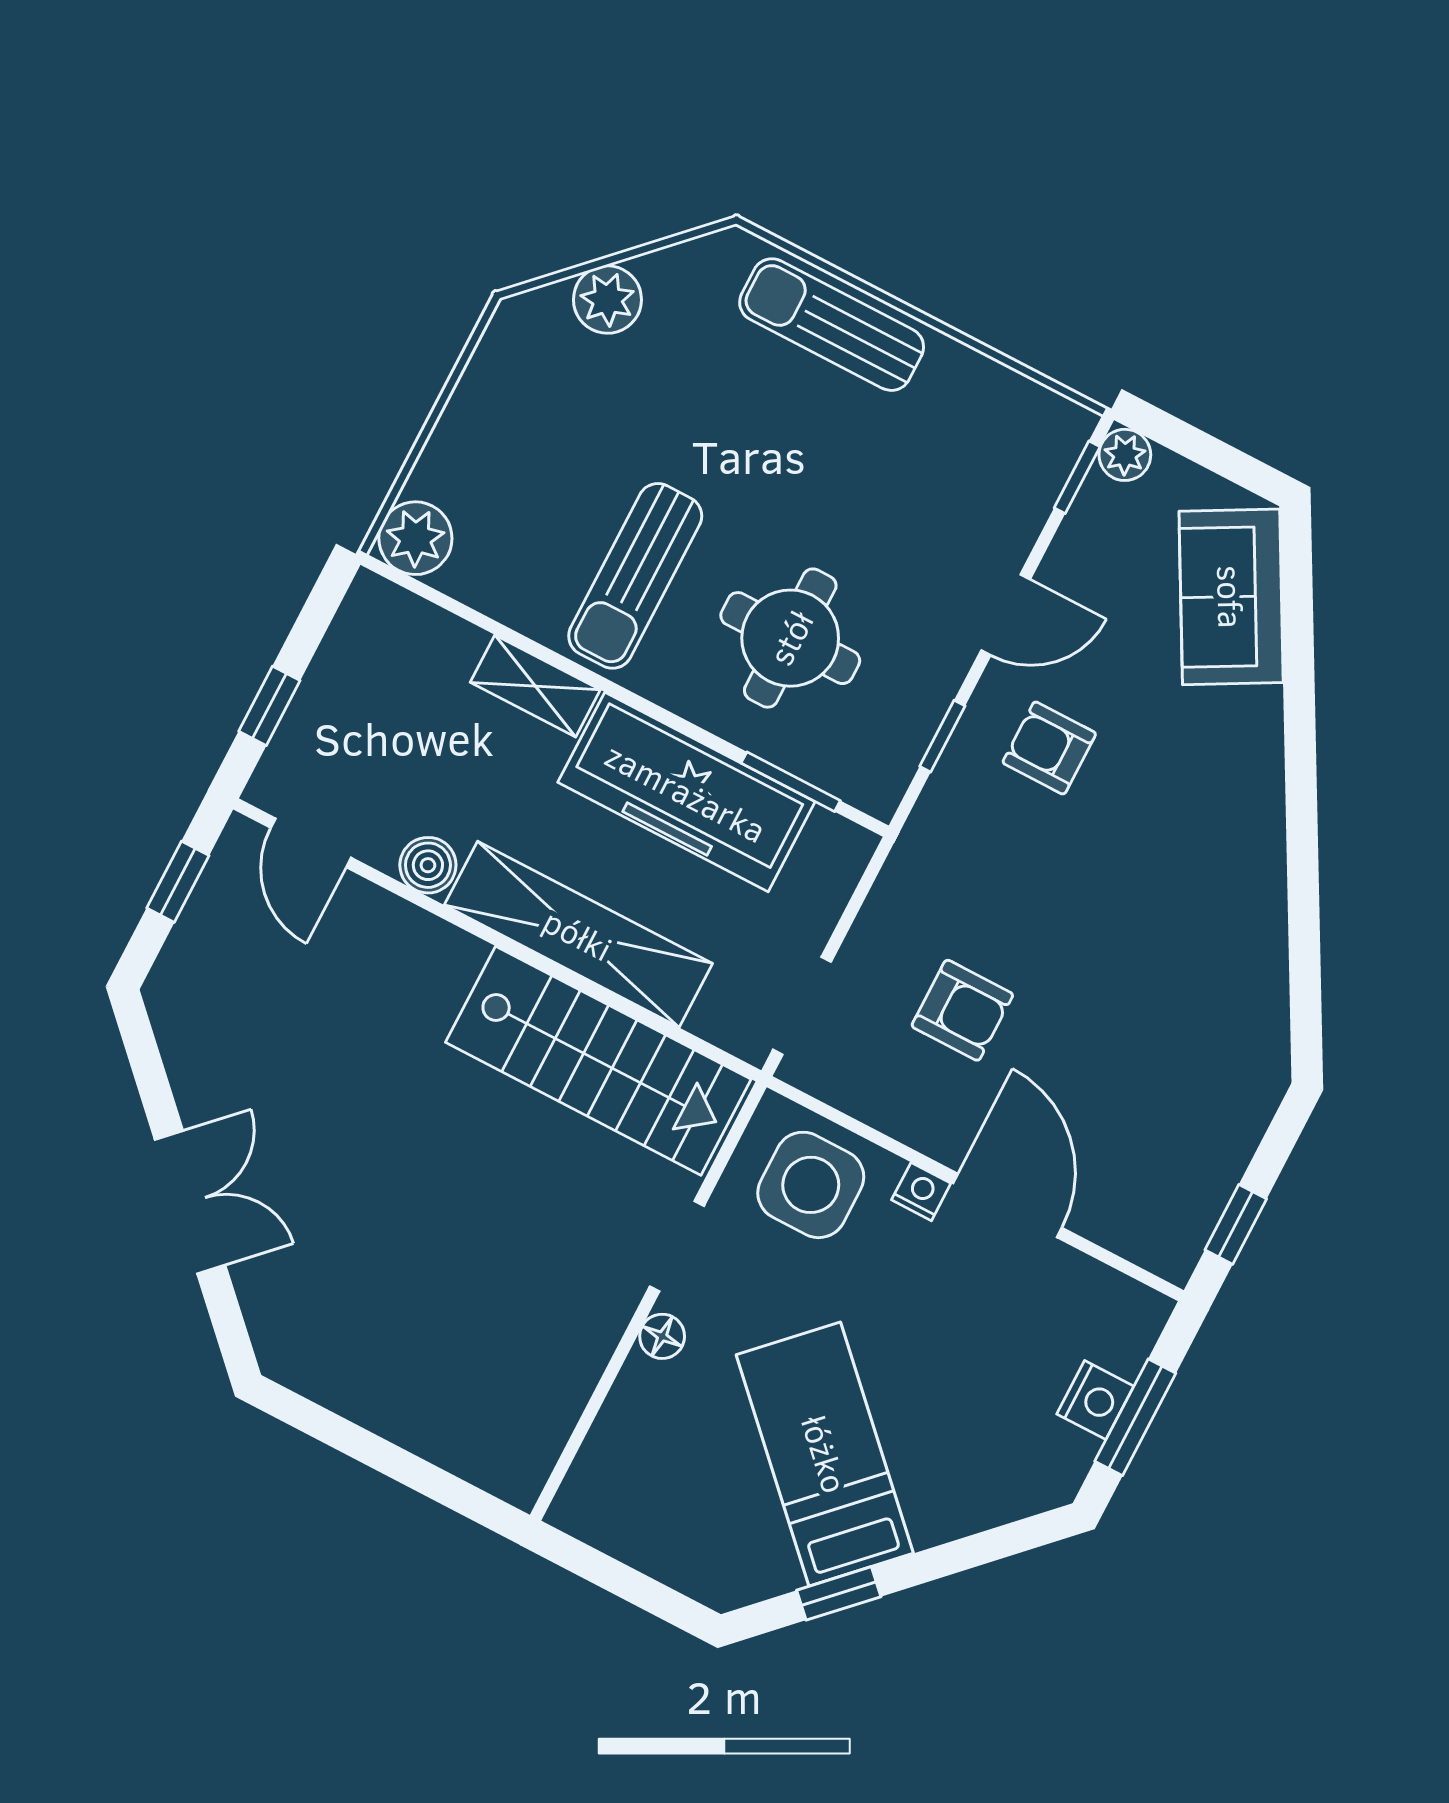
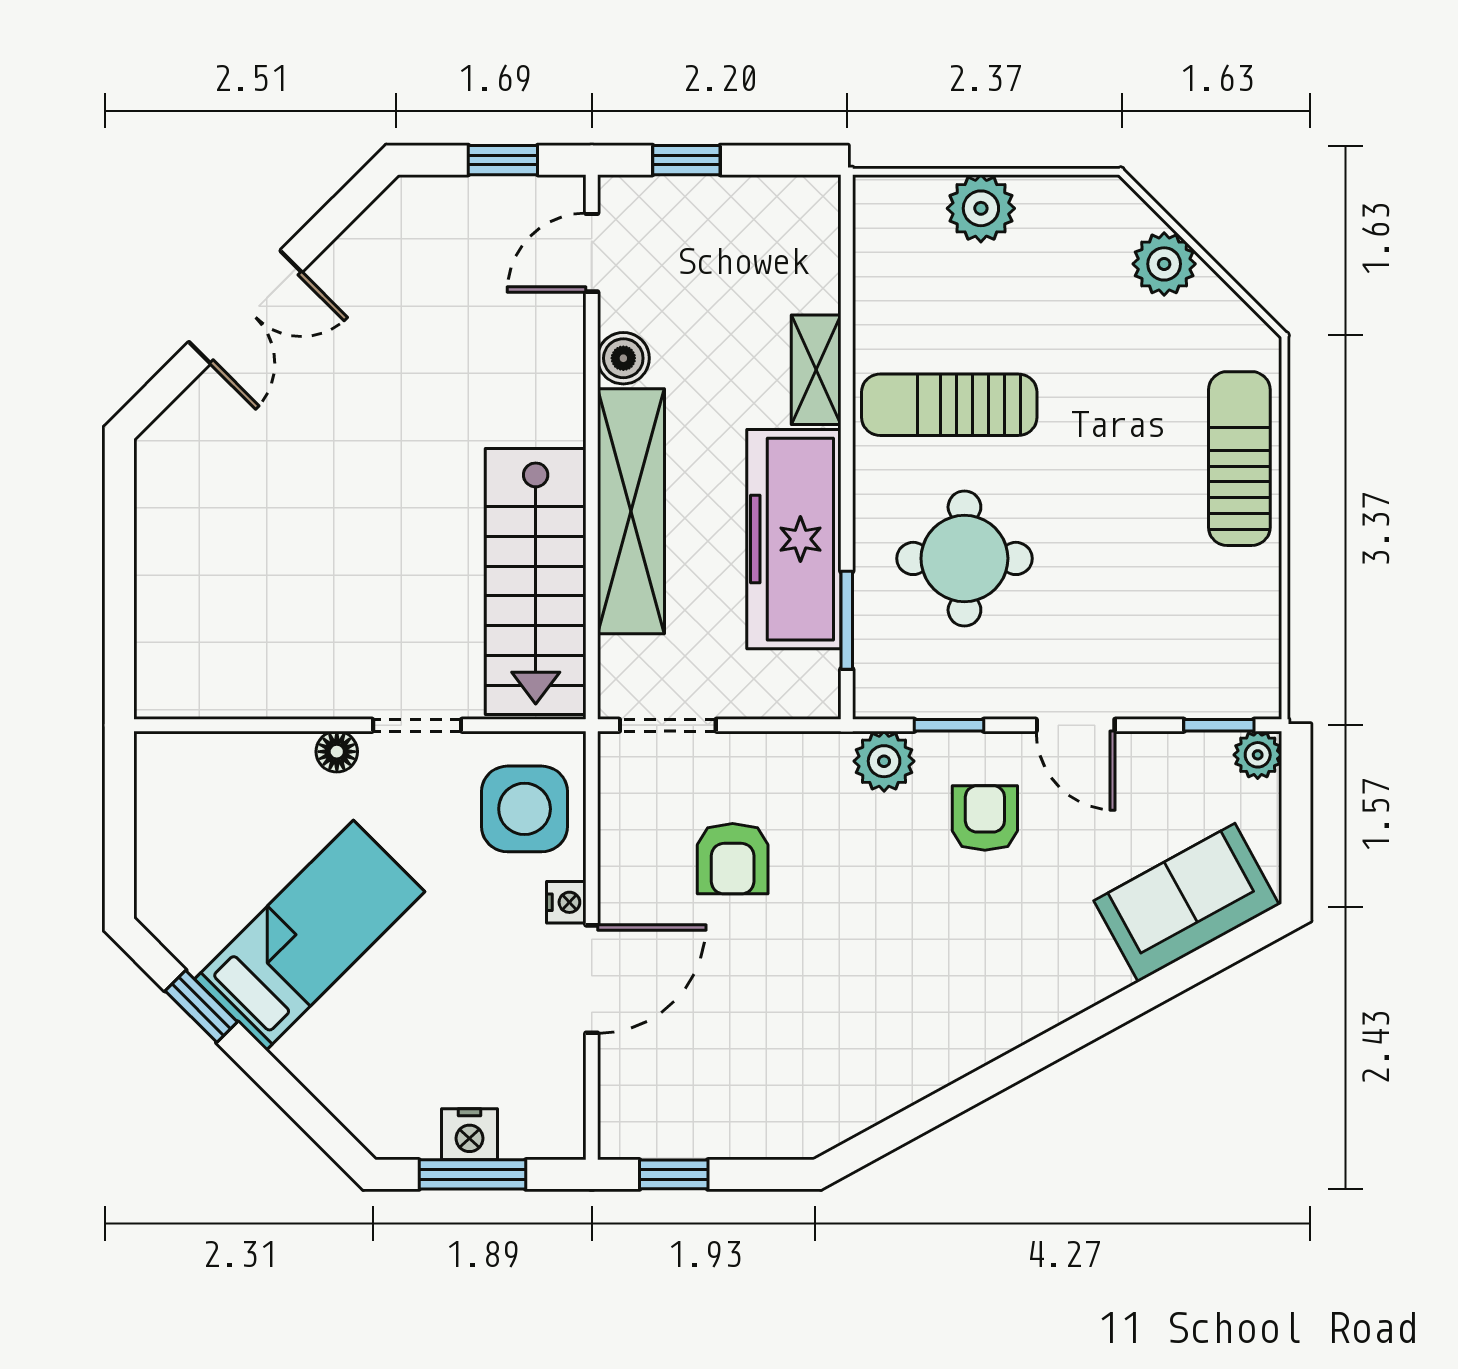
plant: (415, 538) -> (981, 208), moved
plant: (944, 816) -> (884, 761), added

